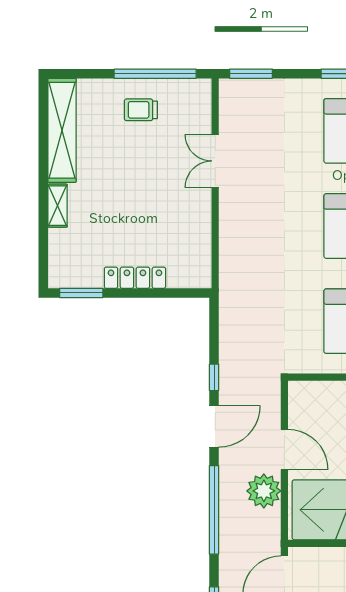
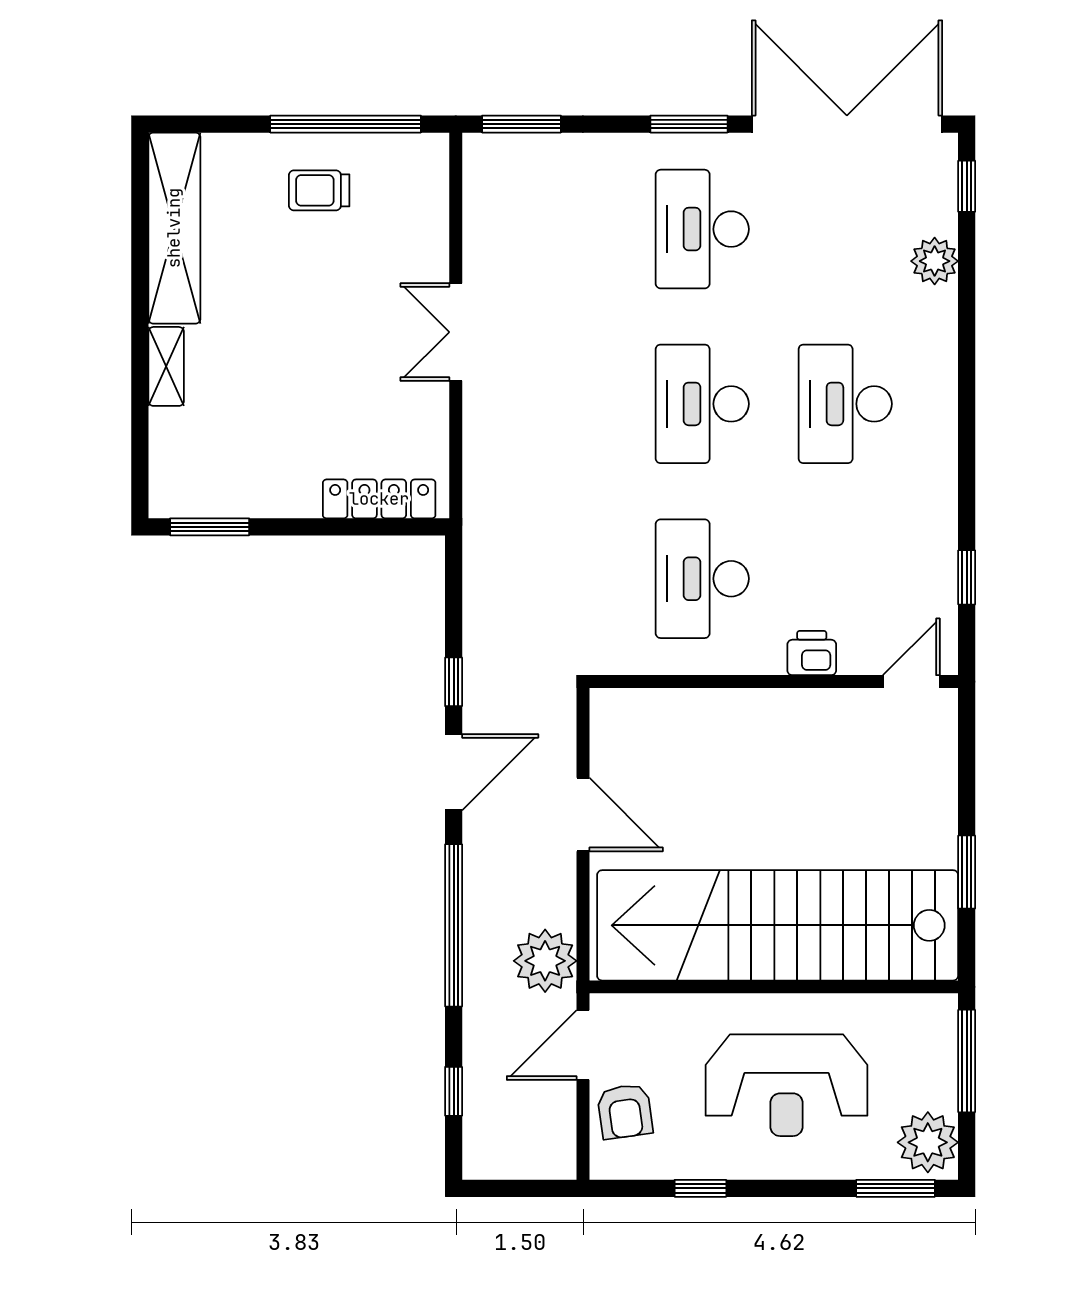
double door: (215, 161) -> (456, 332), moved
locker: (135, 278) -> (379, 499), moved
plant: (264, 491) -> (545, 961), moved

